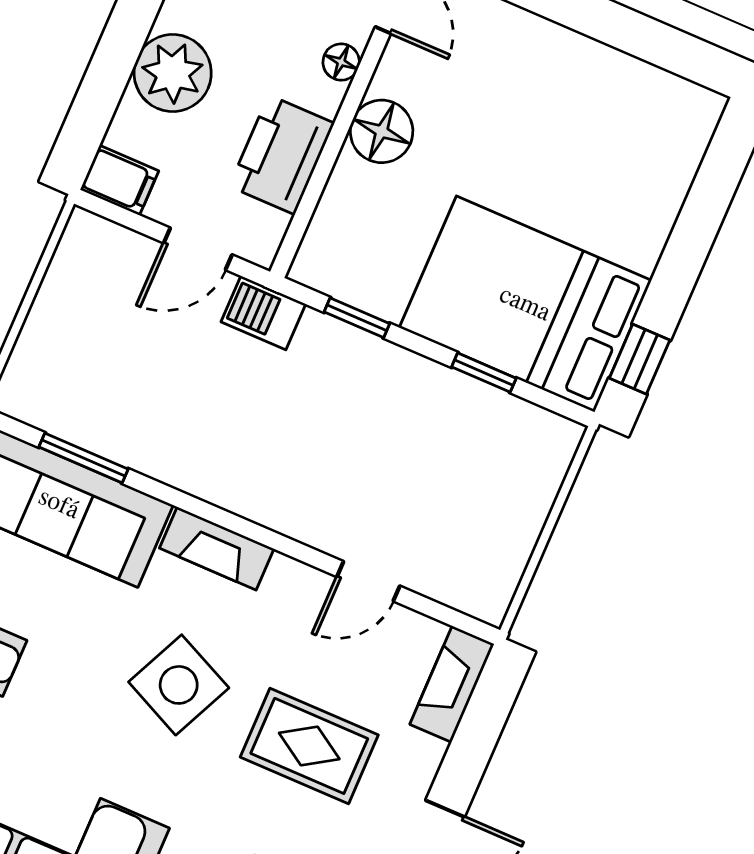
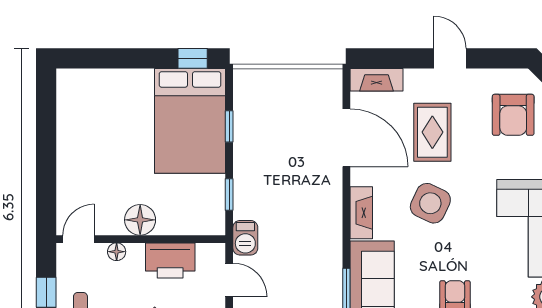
door: (368, 581) -> (346, 138), width x1.88

